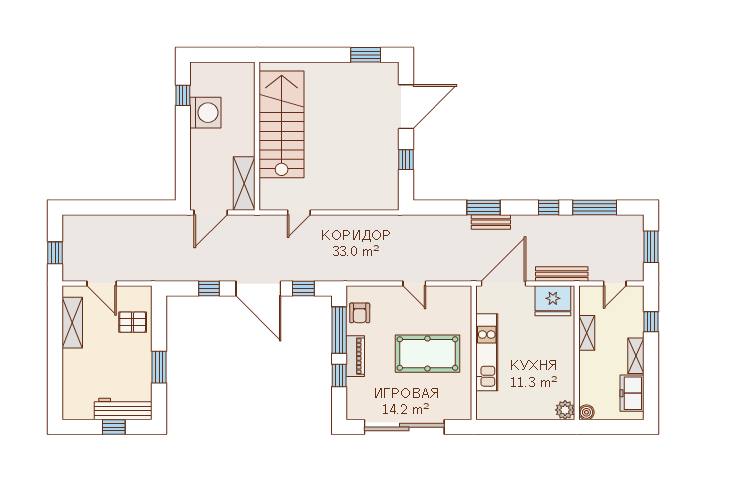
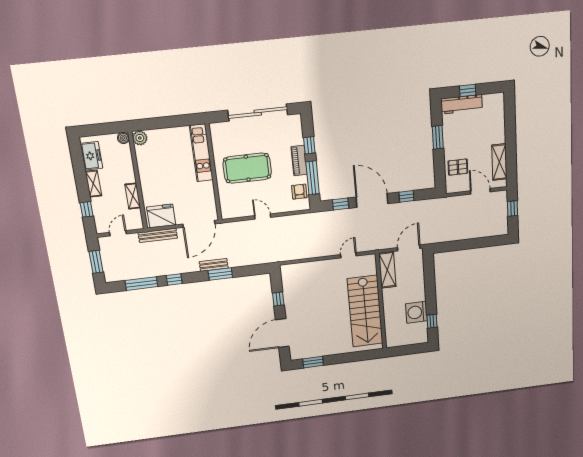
kitchen unit: (487, 352) -> (201, 153), moved

